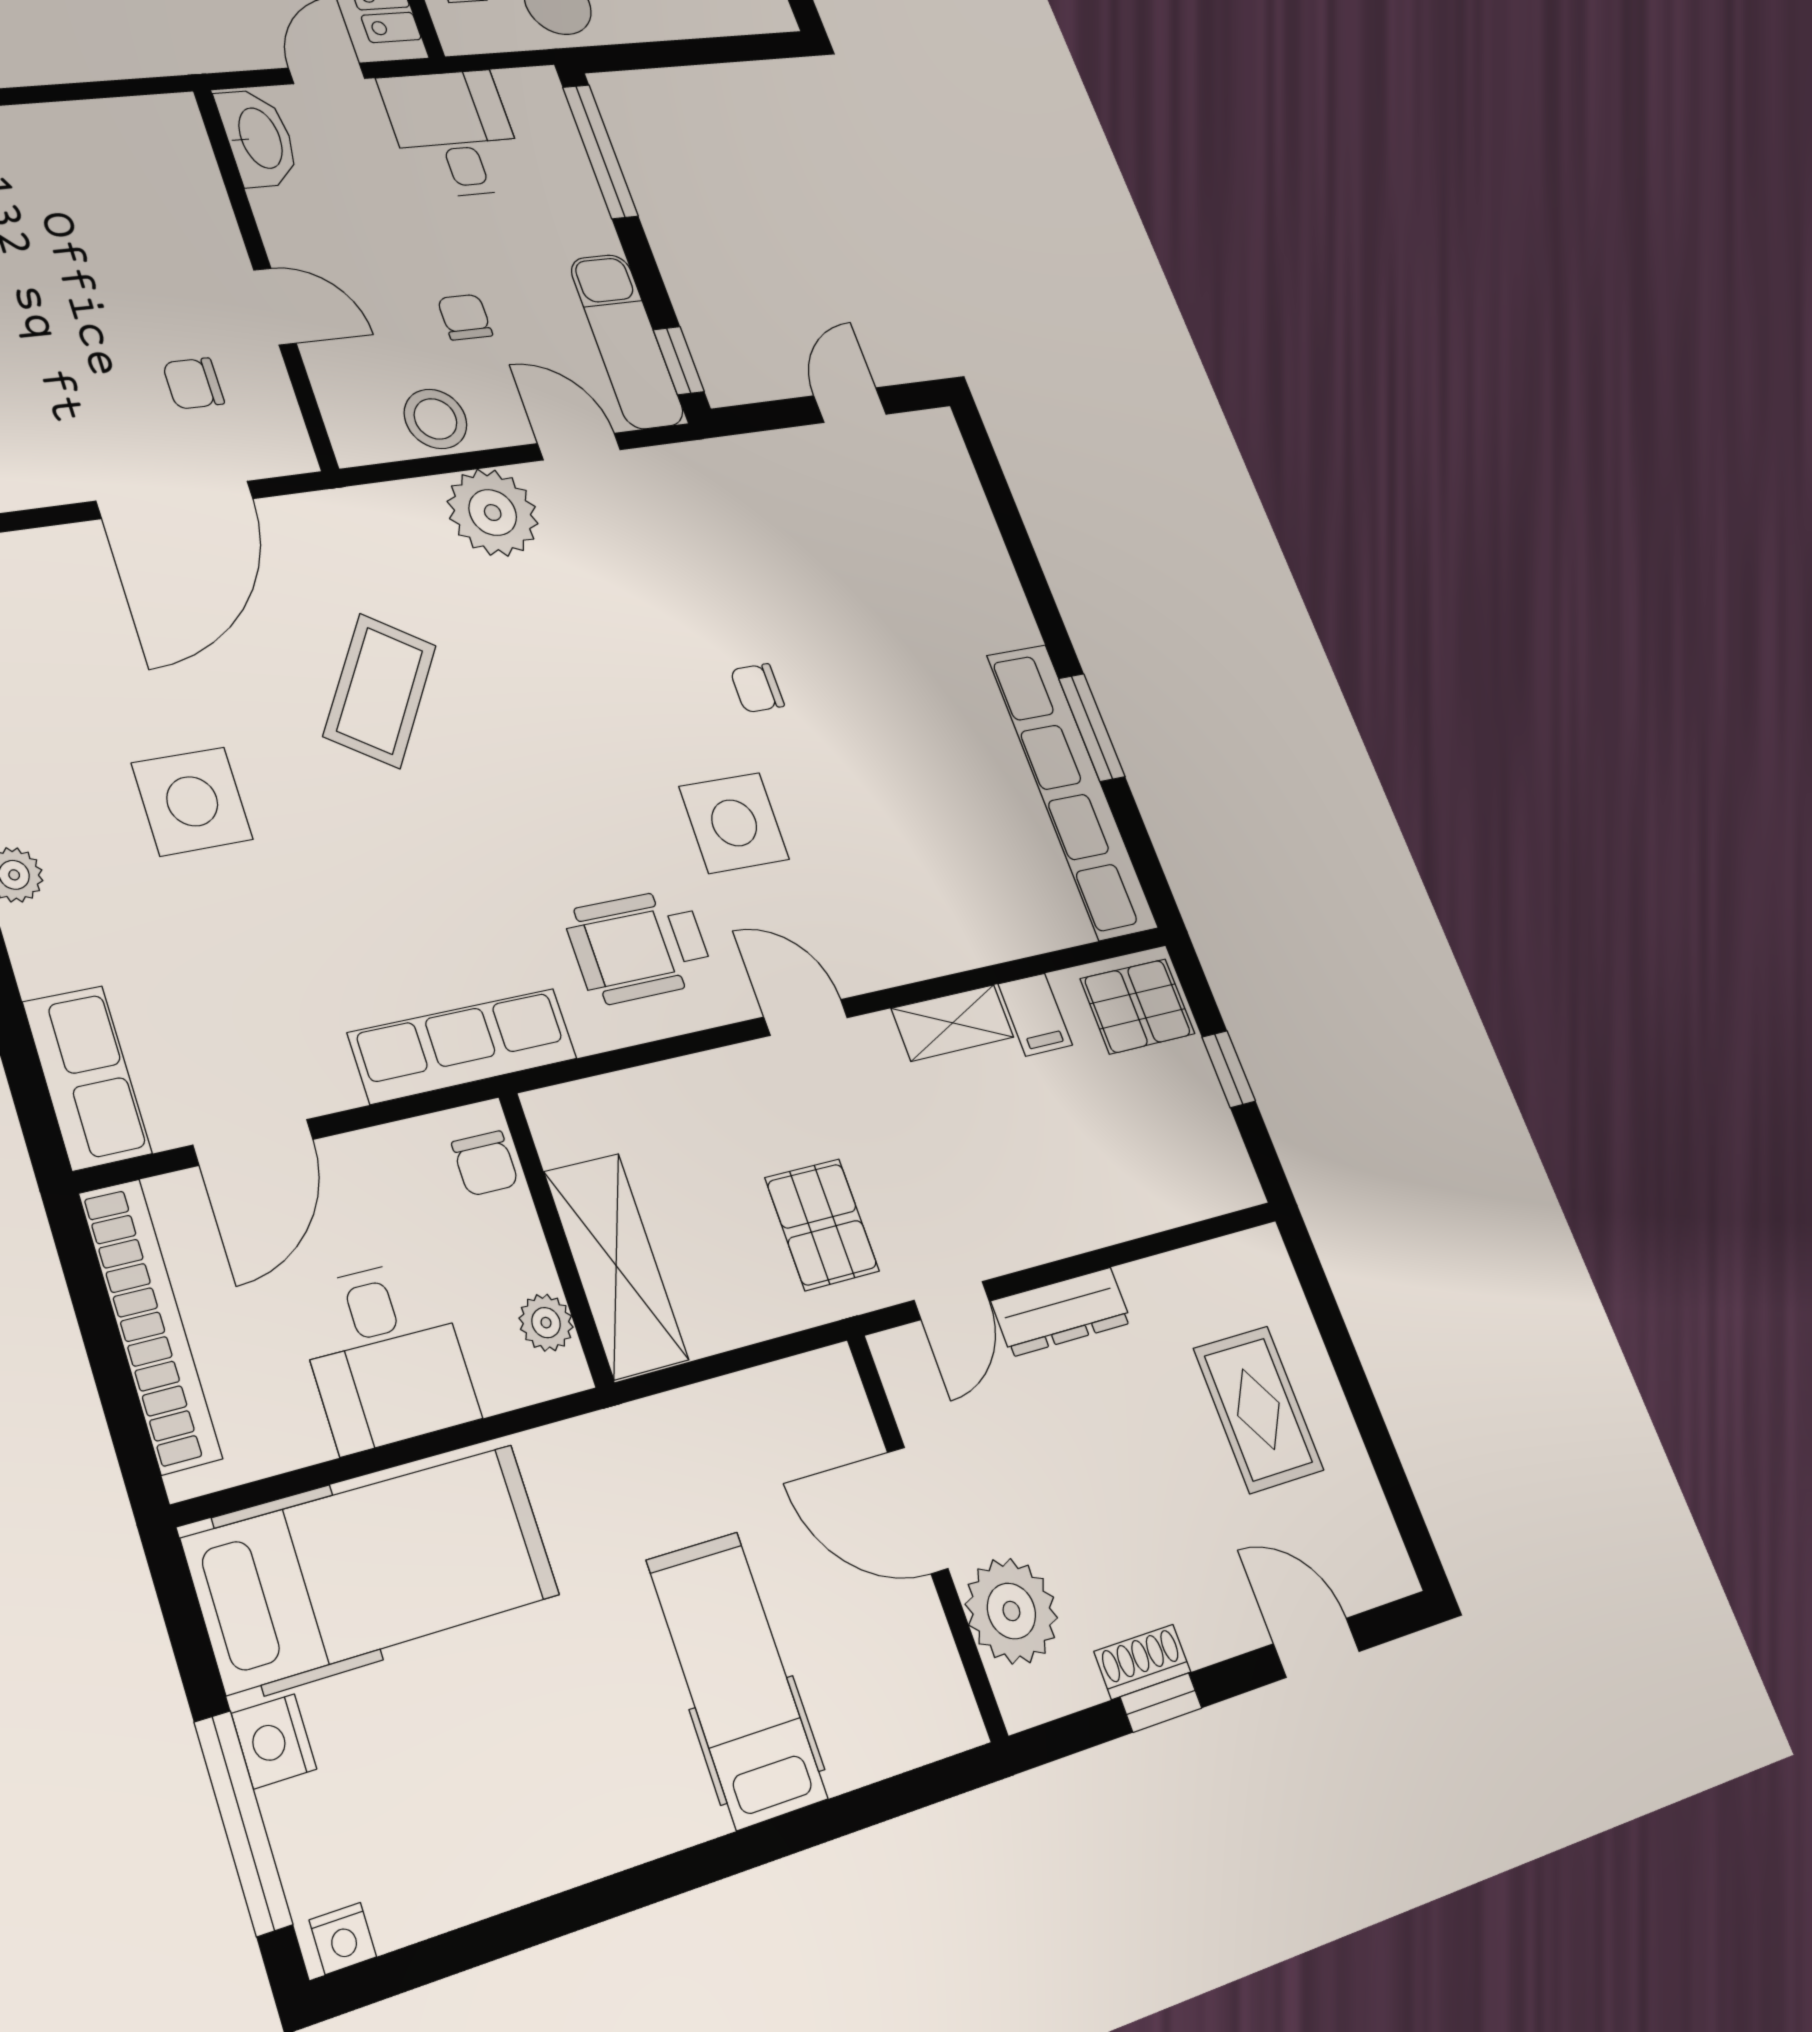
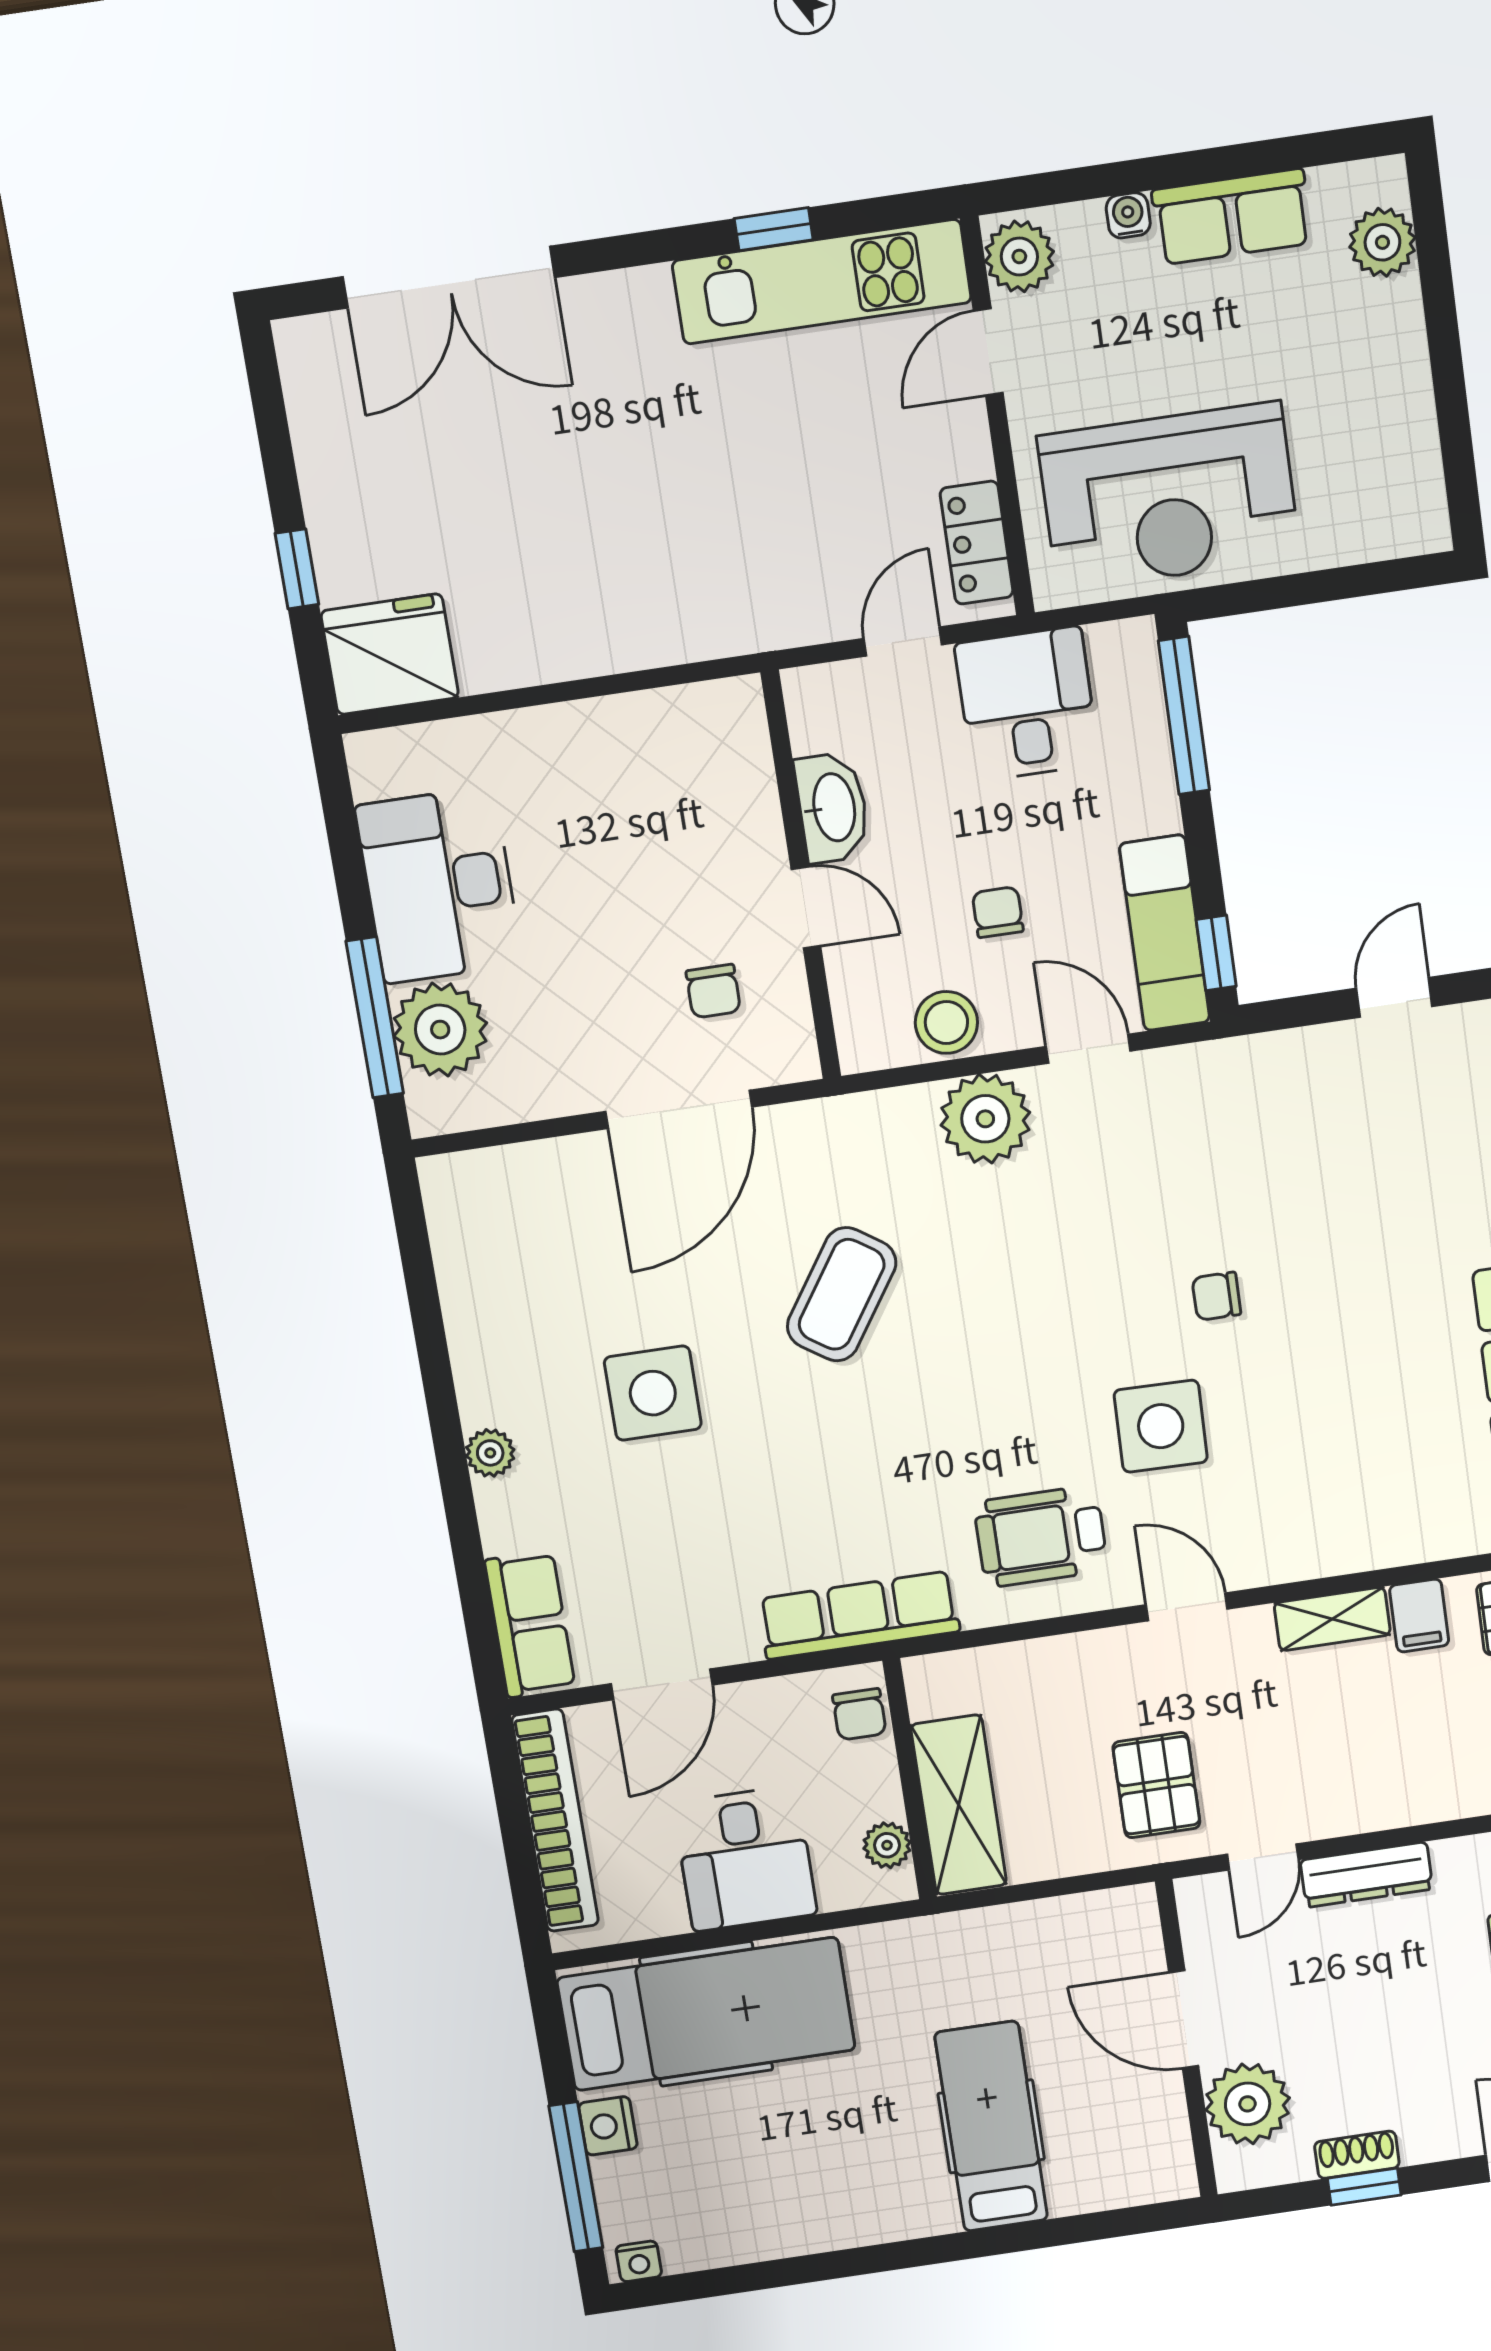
washbasin: (259, 138) -> (832, 808), moved
chair: (193, 383) -> (713, 991), turned -90

